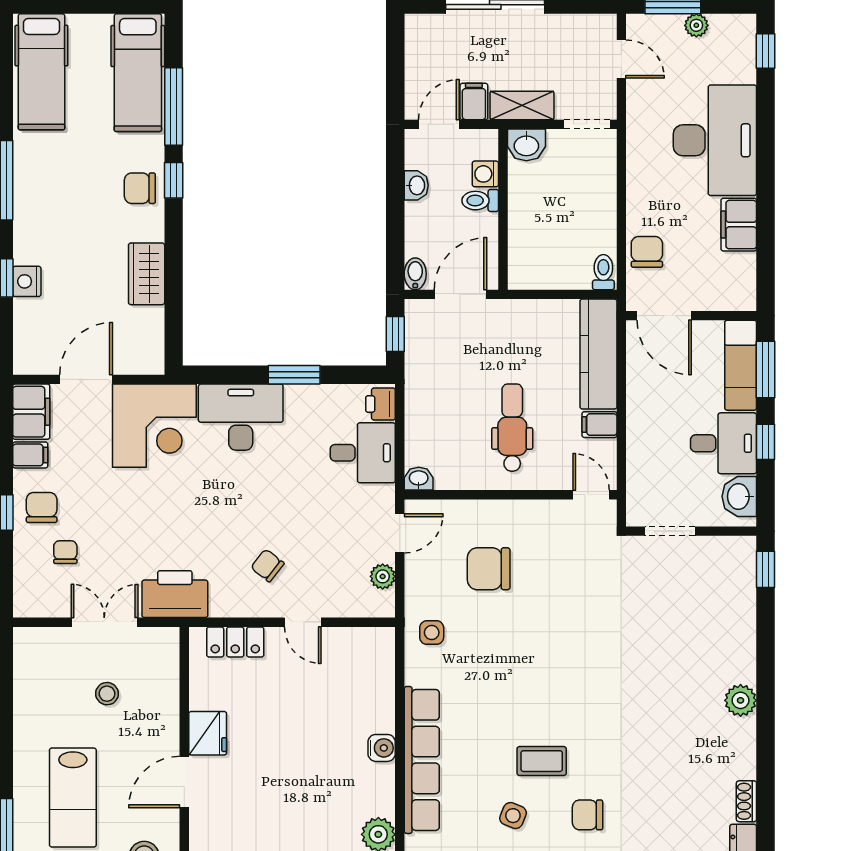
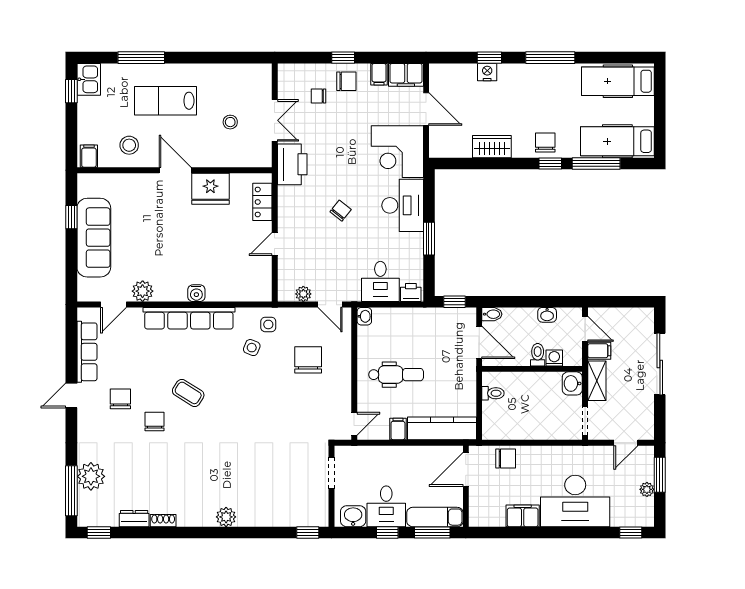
toilet: (603, 272) -> (493, 393), moved
chair: (65, 552) -> (318, 96), turned 180
chair: (267, 565) -> (341, 211), moved
fridge: (208, 733) -> (210, 189), width x1.36, depth x1.34
coffee table: (542, 761) -> (188, 393), turned -58
side table: (513, 816) -> (252, 348), moved

